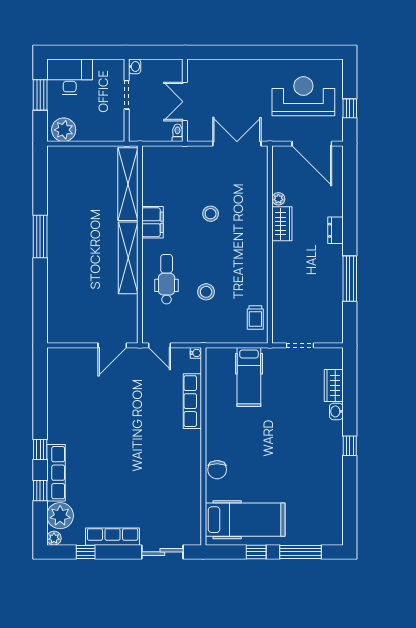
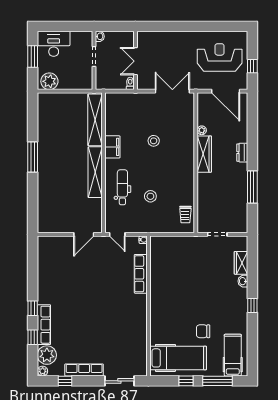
wardrobe: (282, 224) -> (204, 154), width x1.50
hospital bed: (249, 377) -> (233, 355), moved, turned 180
chair: (217, 470) -> (203, 331), moved, turned 90

